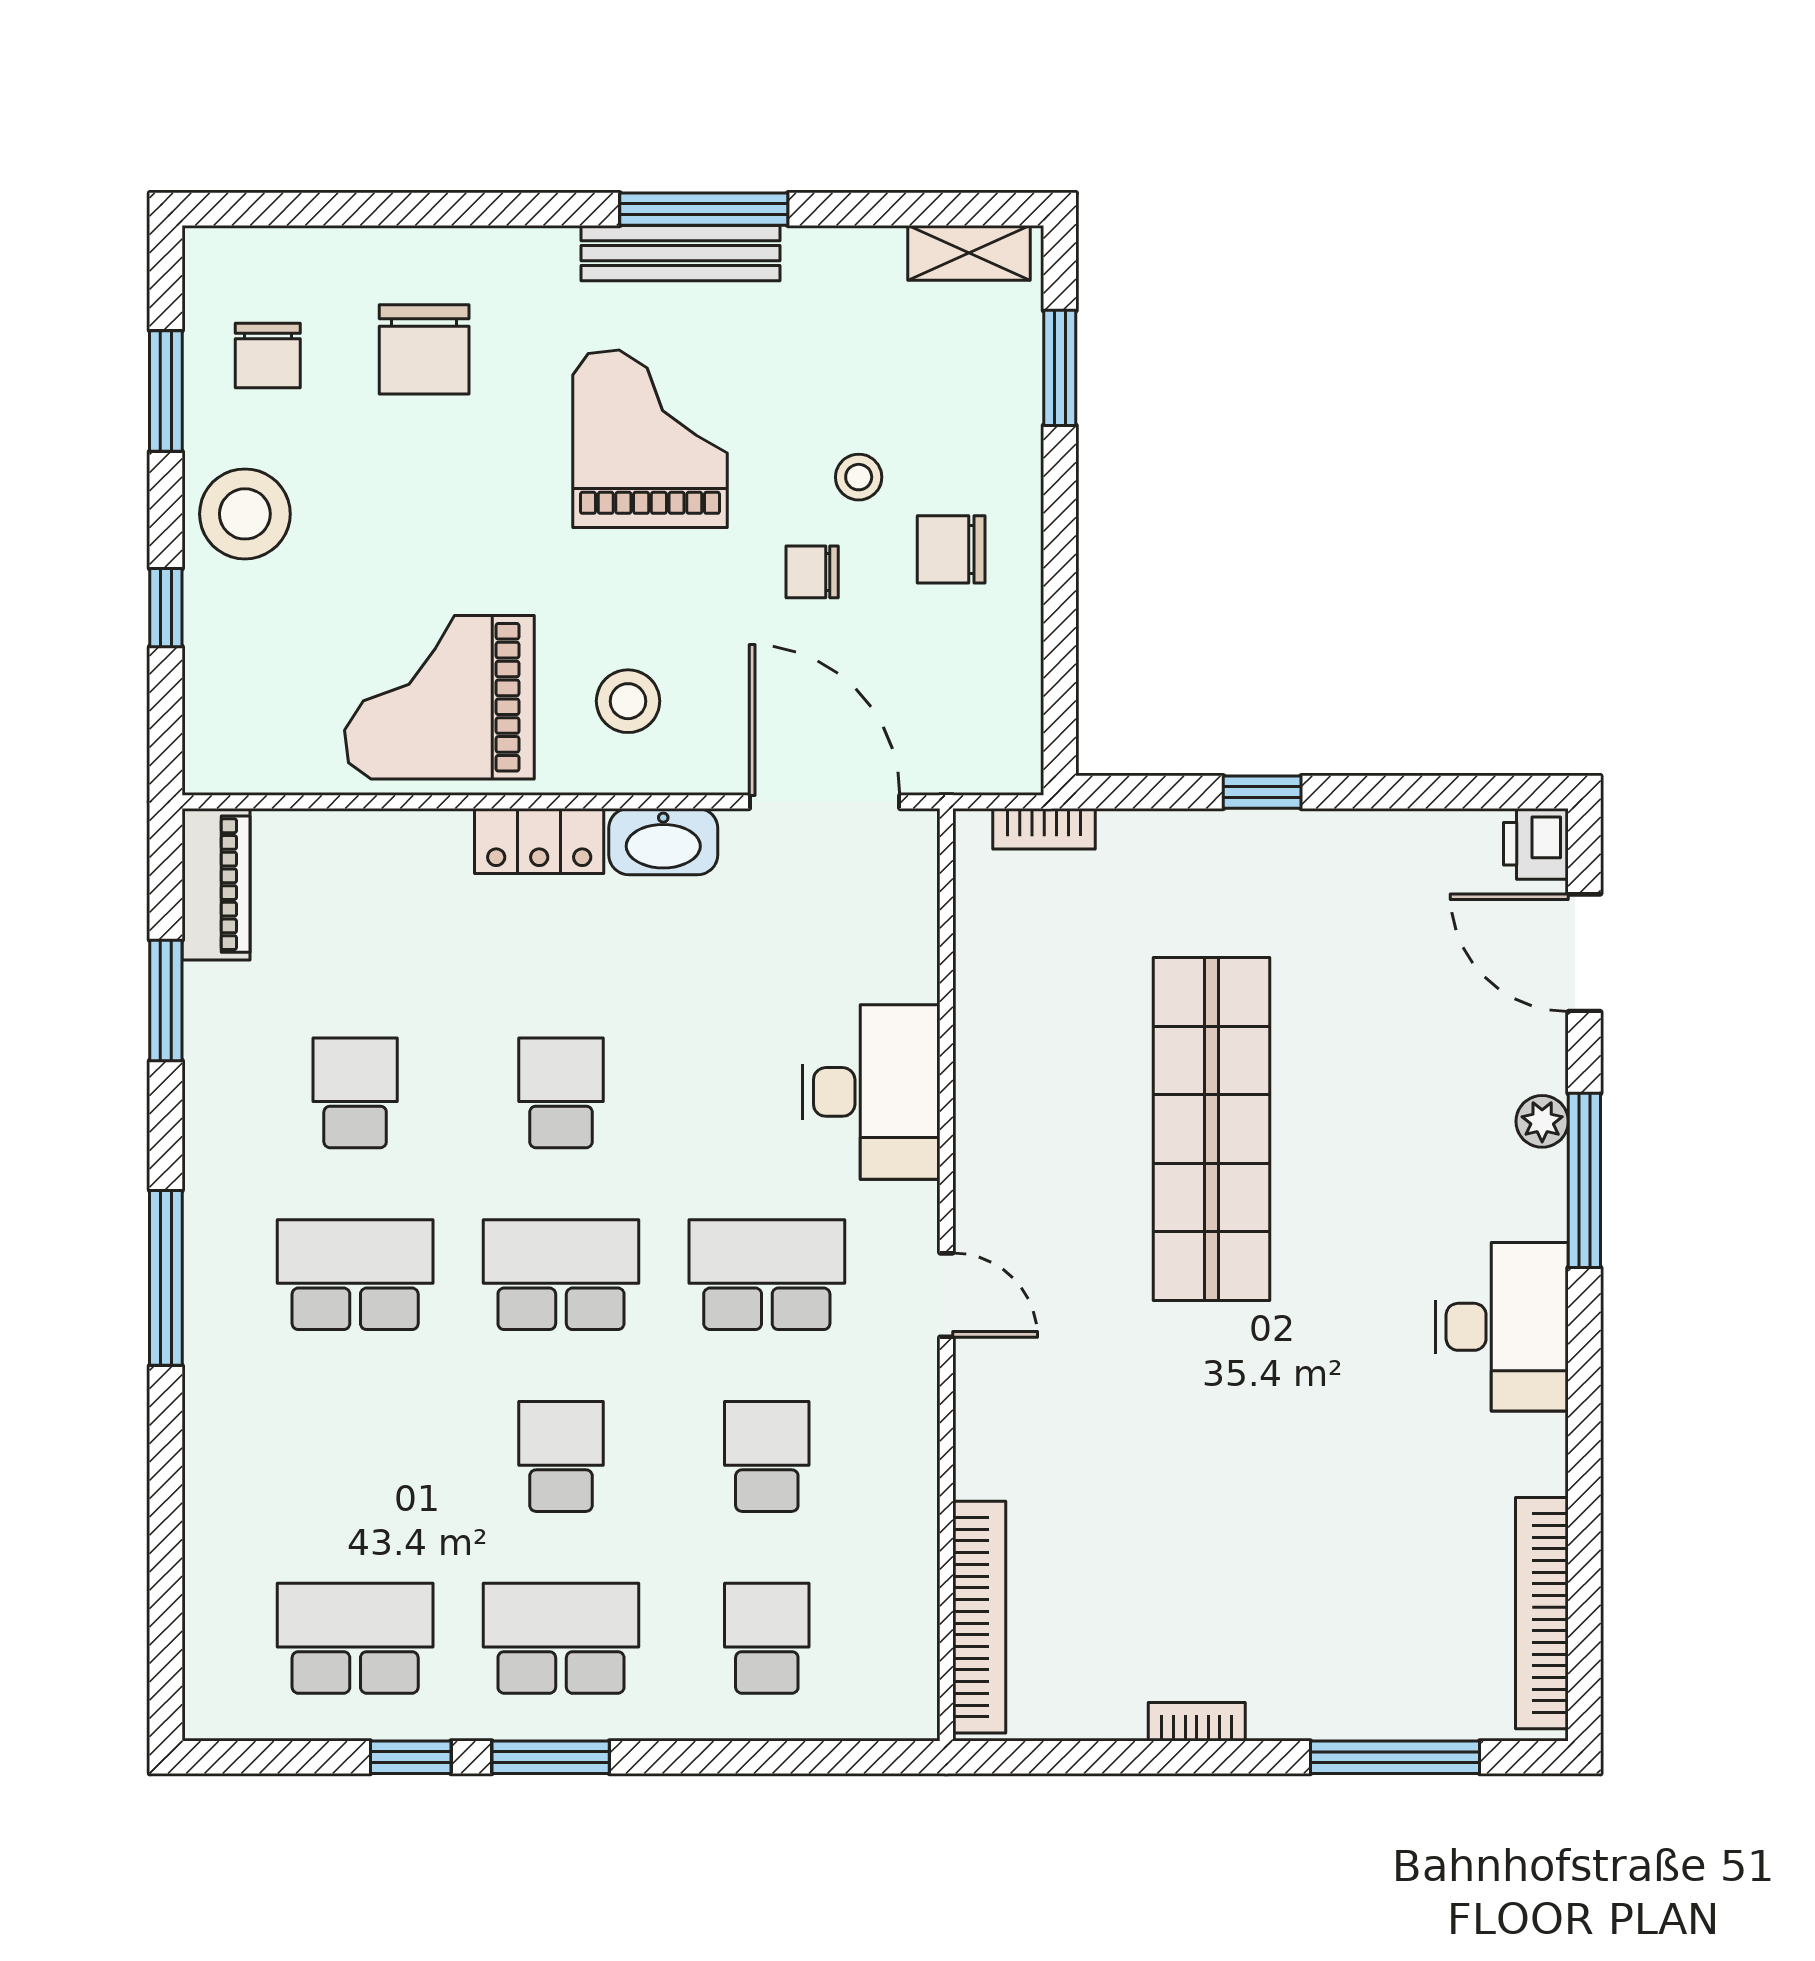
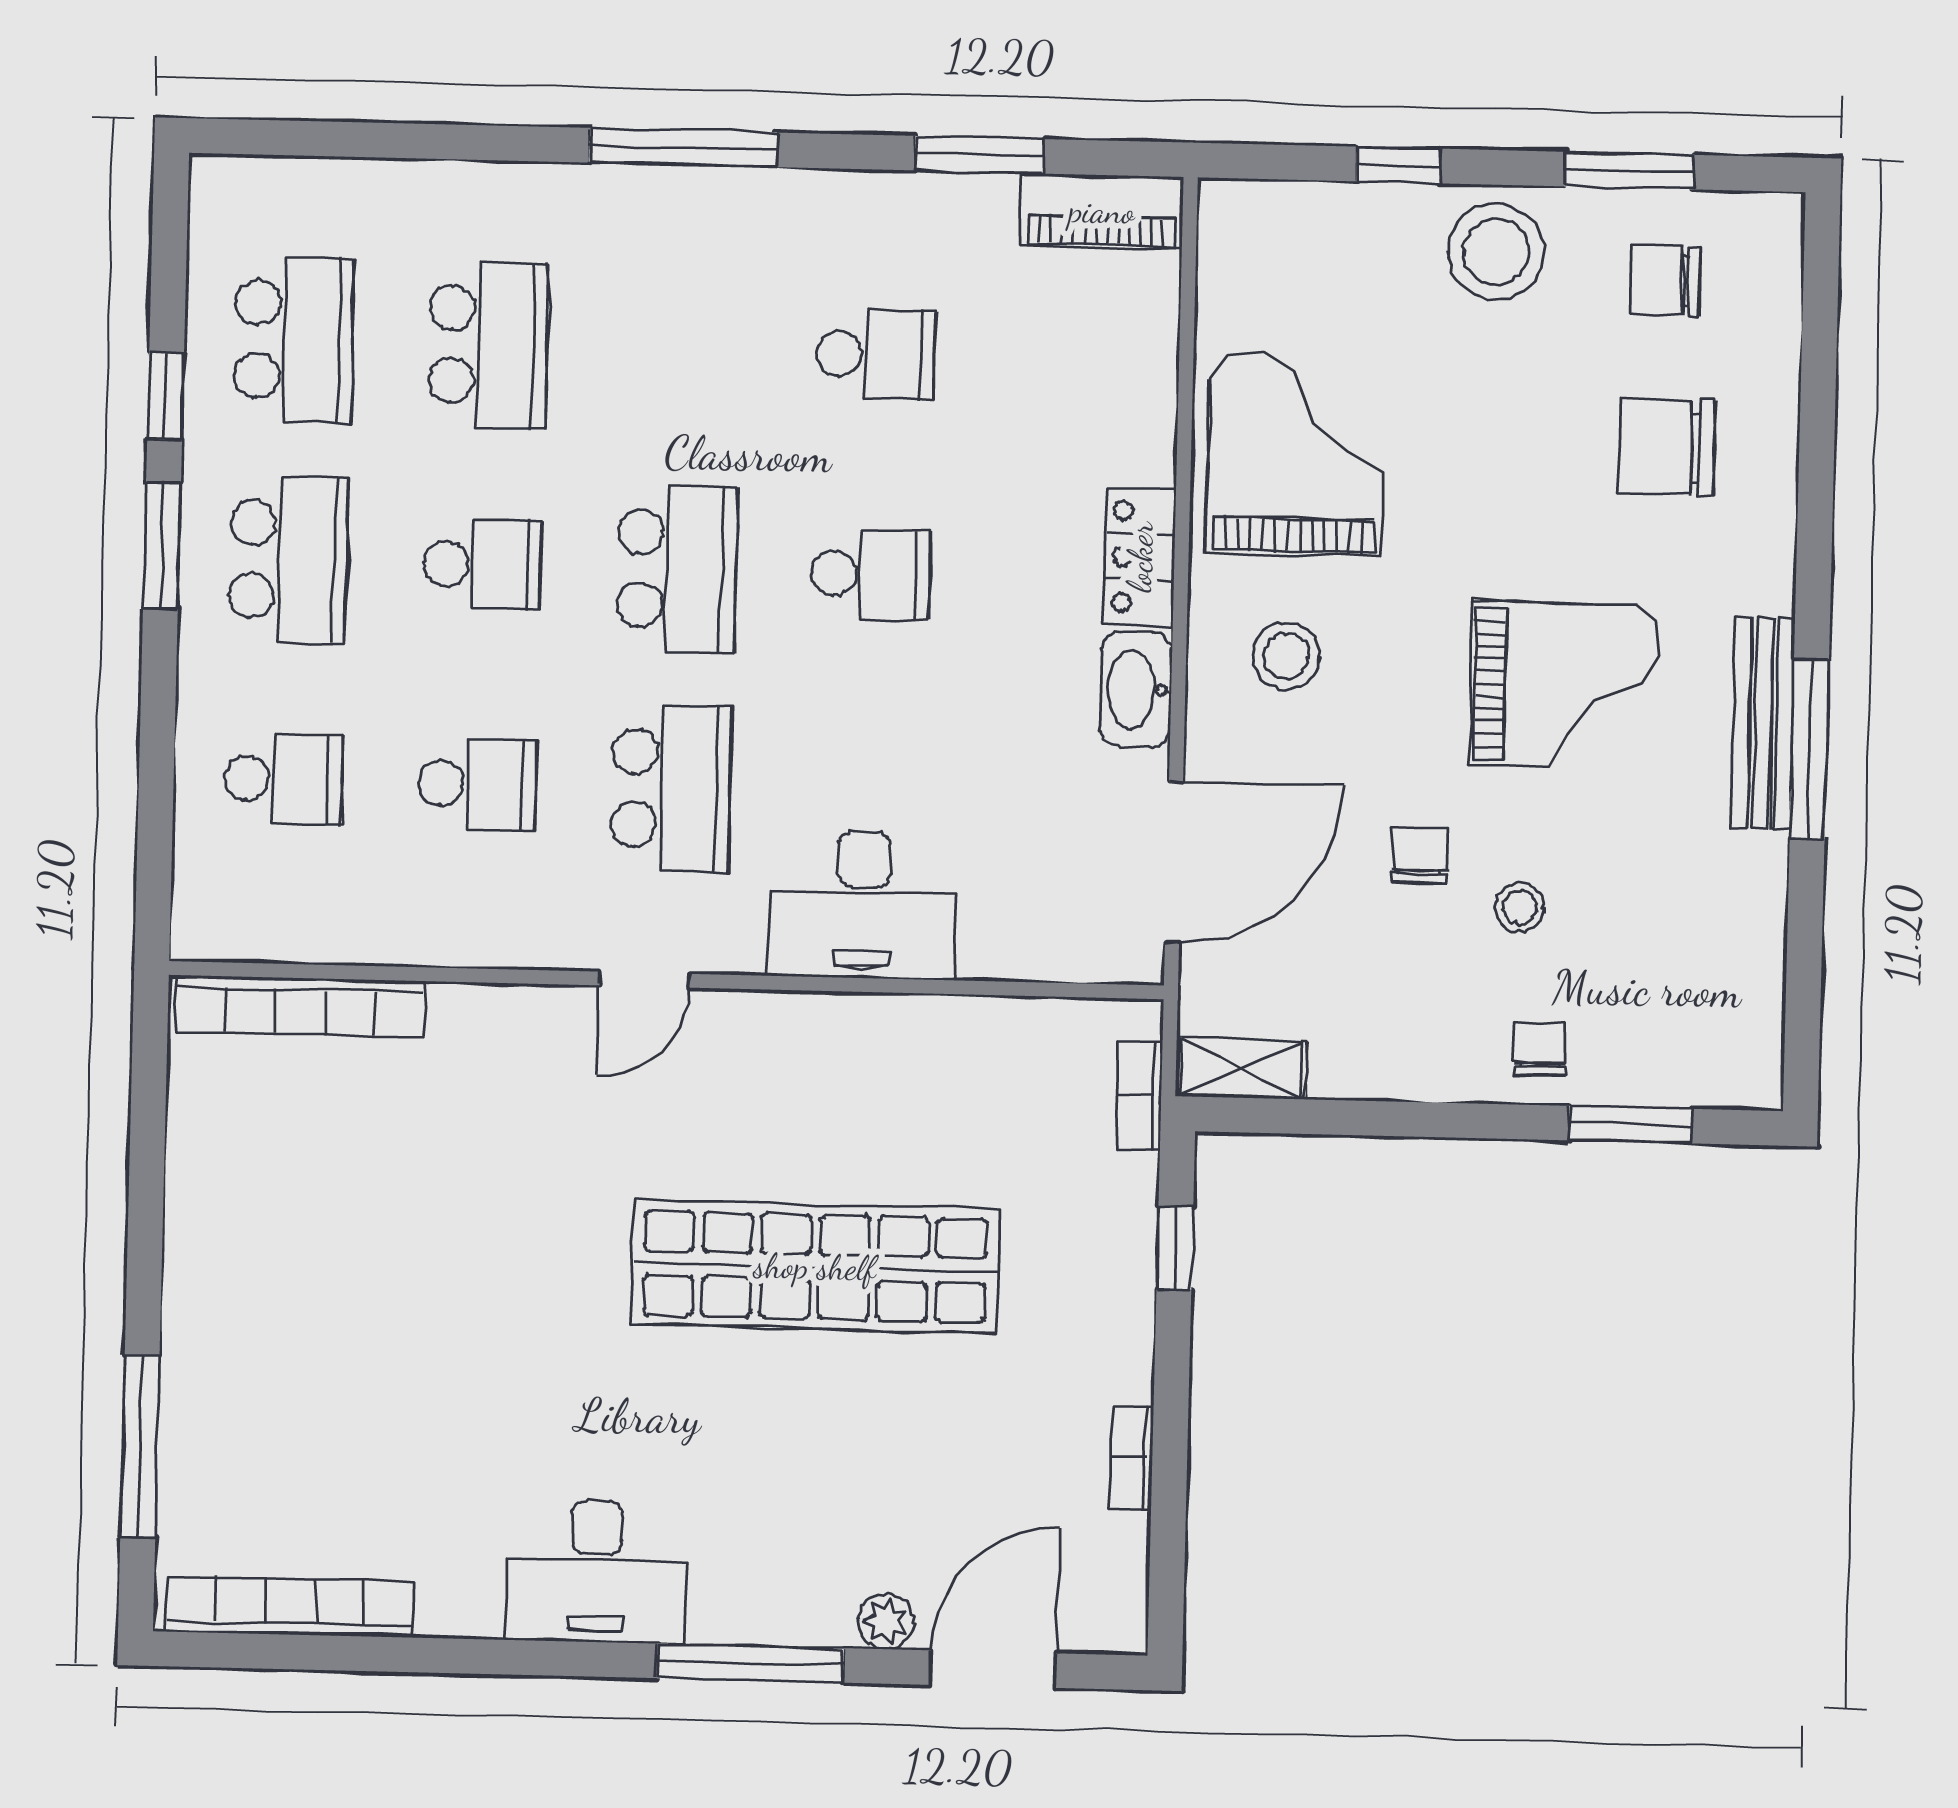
shelving: (969, 253) -> (1241, 1069), moved, turned 90
chair: (951, 549) -> (1540, 1049), moved, width x0.73, depth x0.73
window: (1262, 792) -> (1175, 1248), moved
printer: (1536, 844) -> (1111, 1620), removed
plant: (1542, 1121) -> (886, 1621), moved
school desk: (355, 1275) -> (488, 345), moved
bookcase: (1197, 1722) -> (1132, 1458), moved, turned 180

